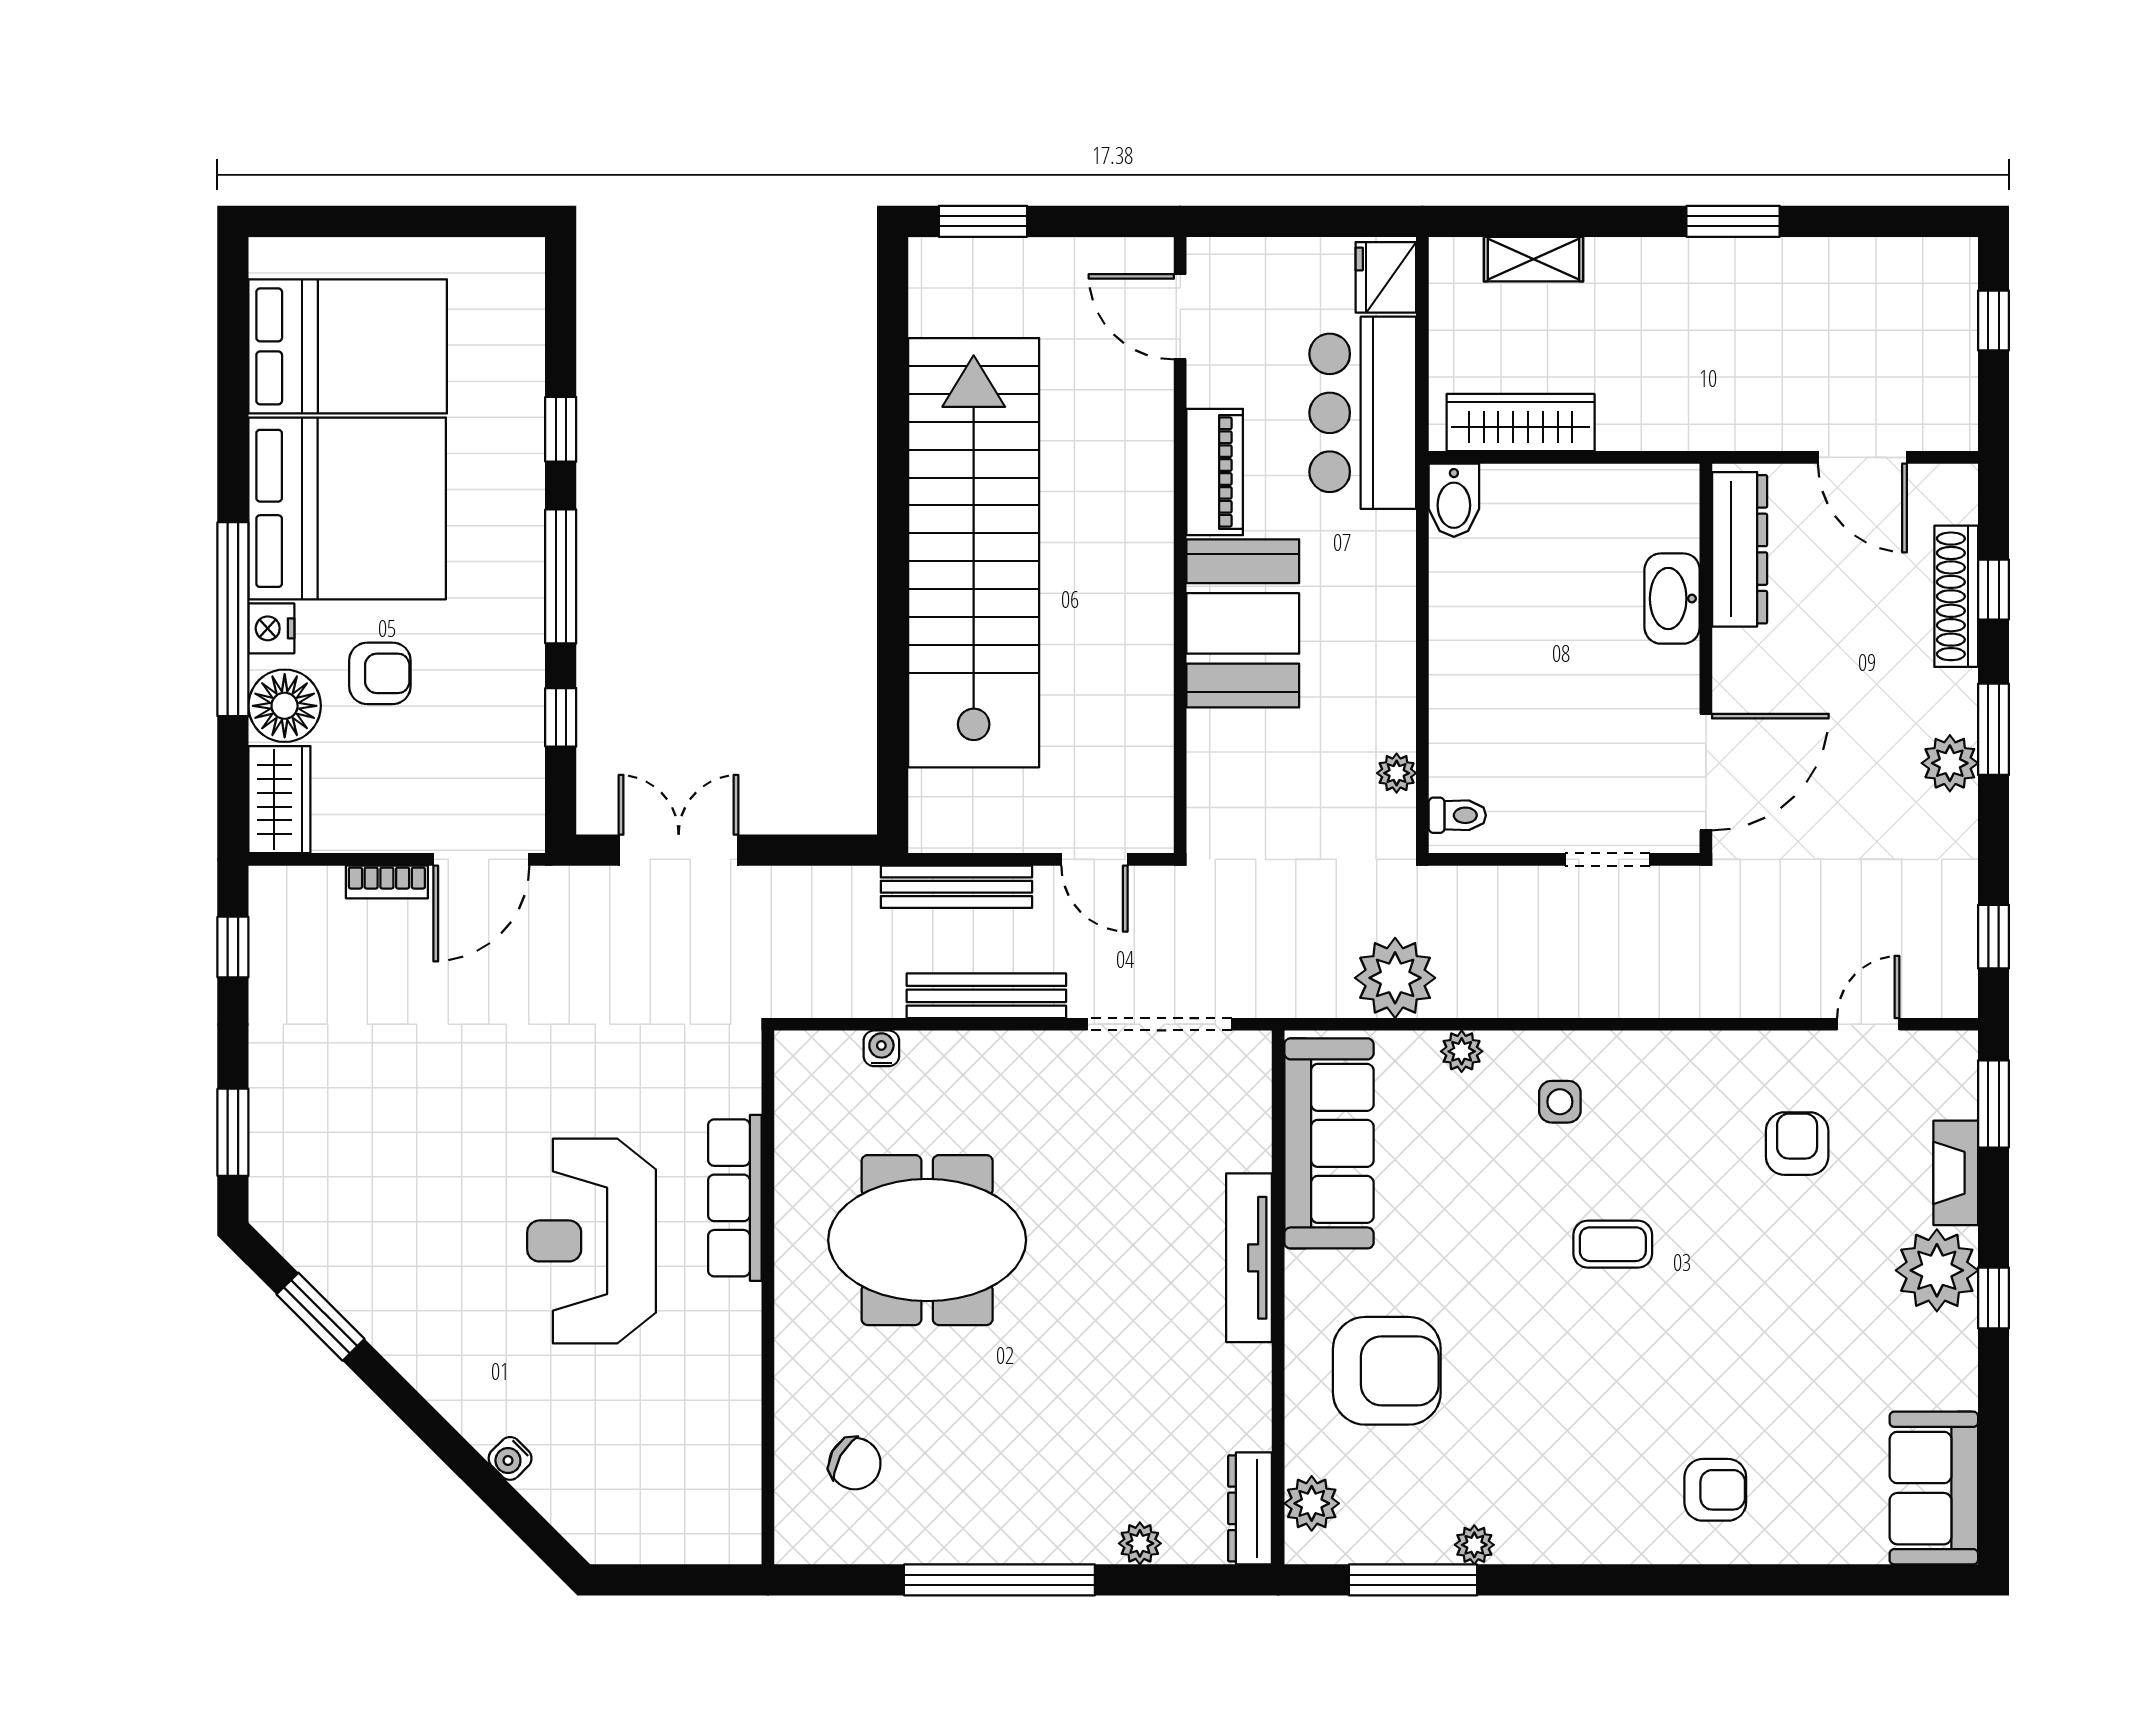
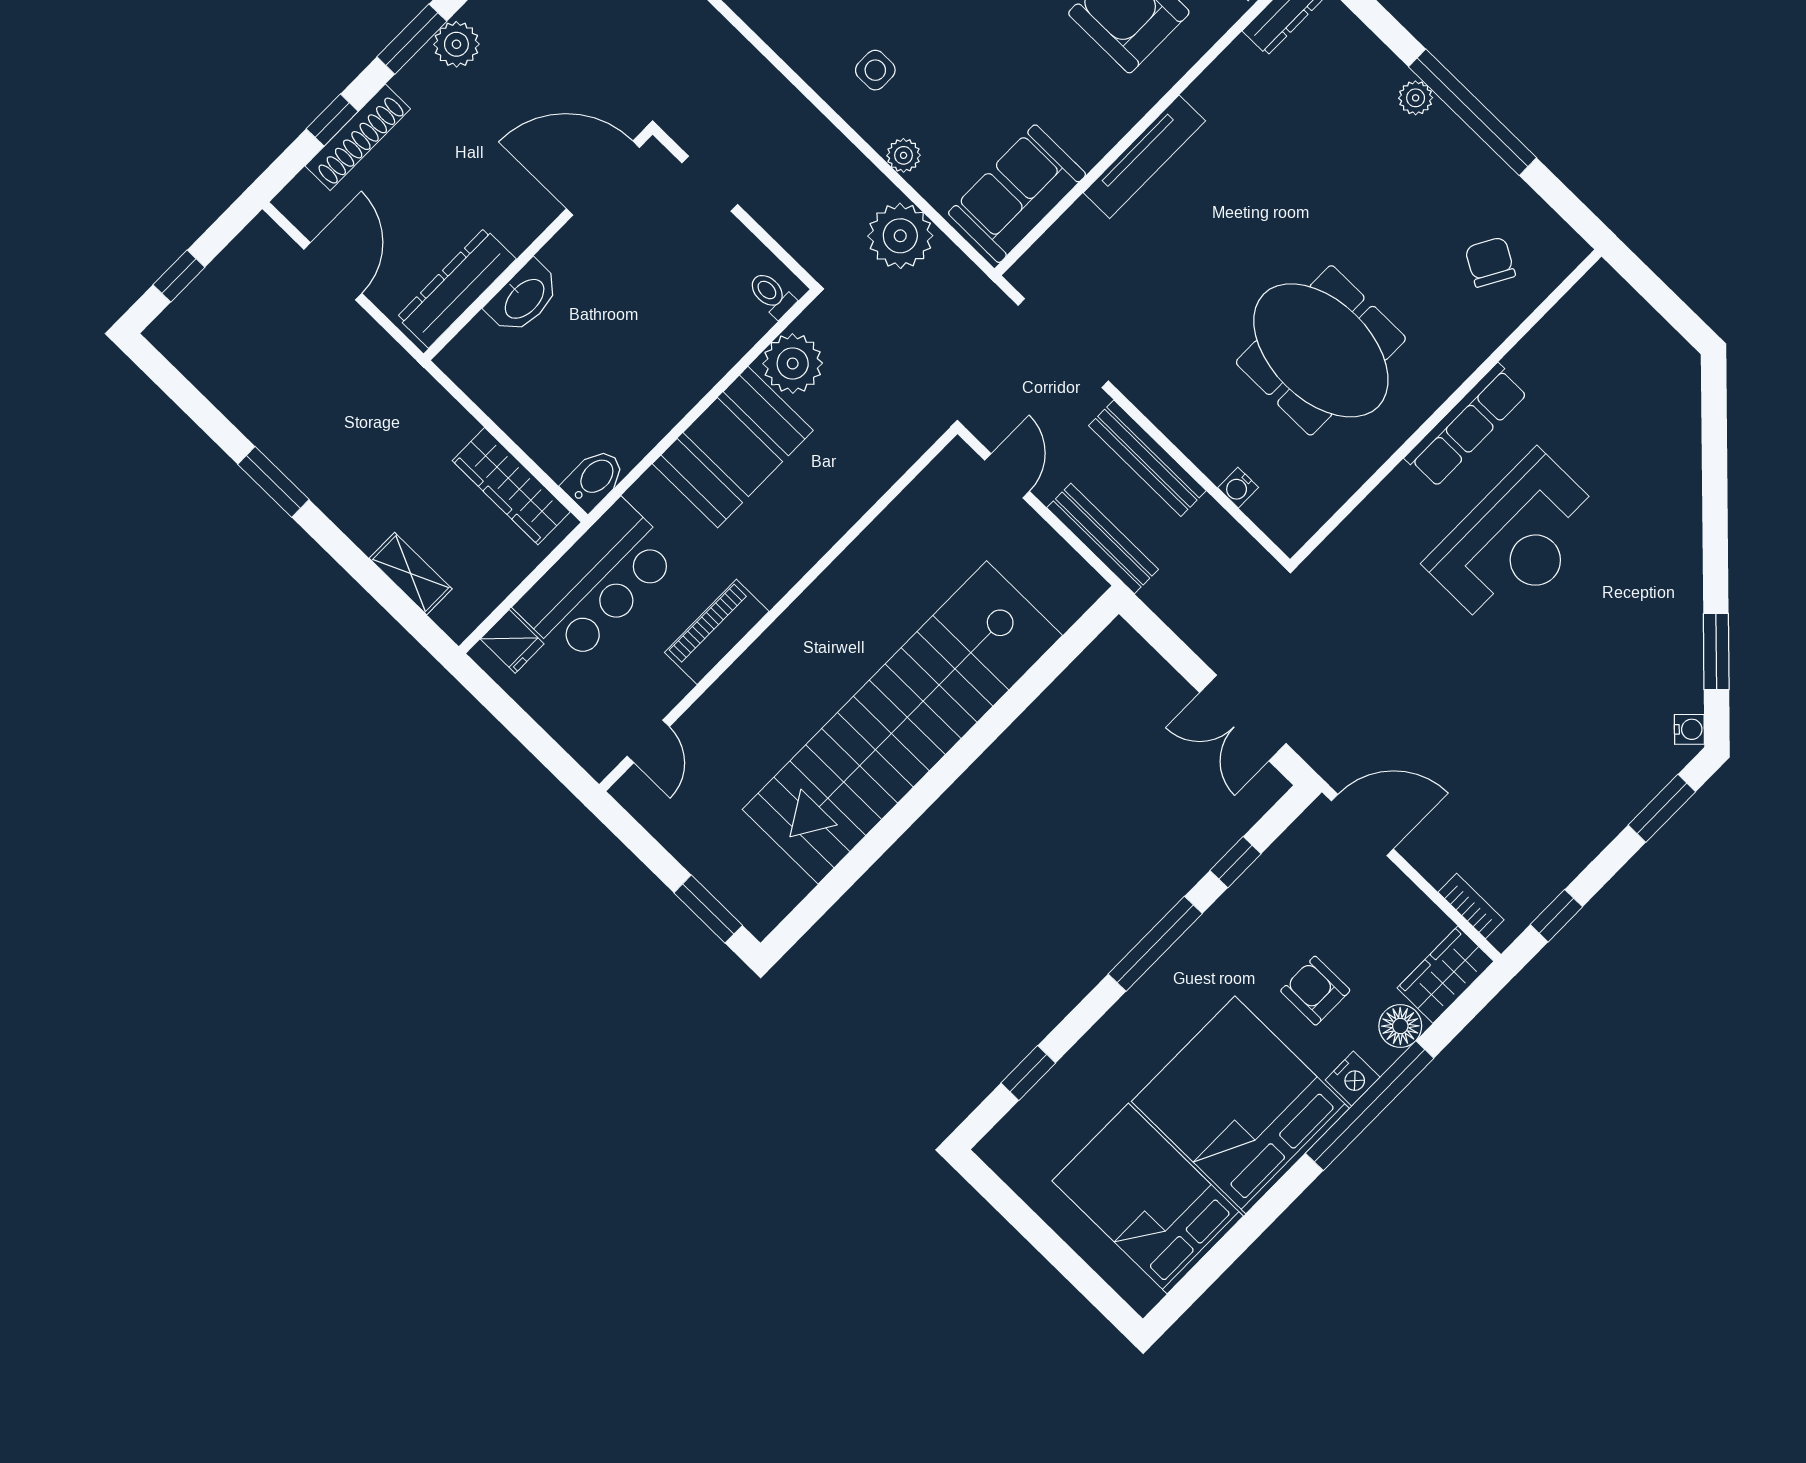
fridge: (1386, 277) -> (512, 641), width x0.72
door: (1180, 317) -> (648, 741), width x0.73
window: (561, 429) -> (1028, 1073), moved
booth: (1243, 623) -> (733, 447), moved
floor lamp: (285, 706) -> (1400, 1026), width x0.73, depth x0.73
plant: (1397, 773) -> (793, 363), width x1.88, depth x1.88
bookcase: (387, 882) -> (1471, 906), moved
sofa: (1329, 1143) -> (1017, 194), width x0.73
row of seats: (735, 1198) -> (1466, 425), moved
water cooler: (510, 1458) -> (1689, 729), moved
plant: (1140, 1543) -> (1416, 98), moved

